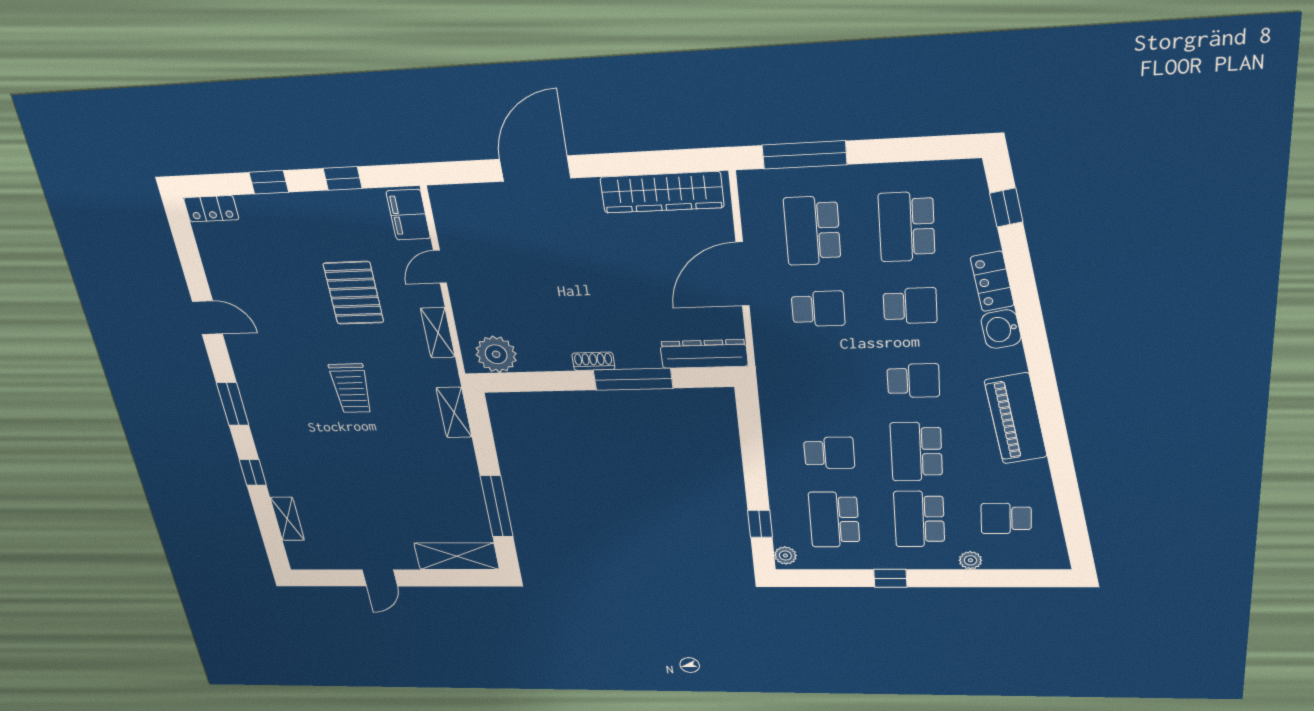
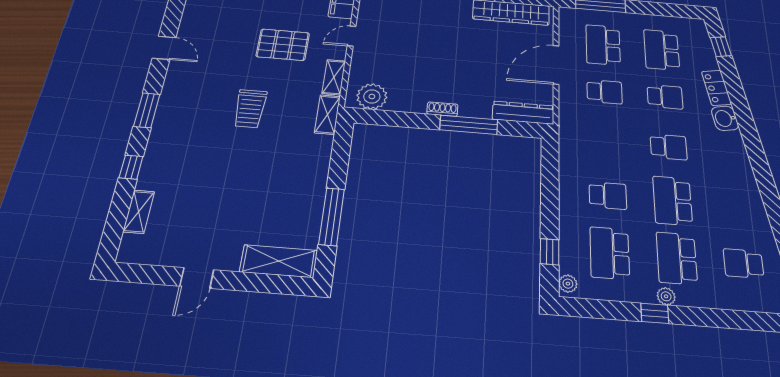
pallet: (353, 293) -> (283, 45), turned 90
shelving: (454, 412) -> (327, 115), moved
piano: (1016, 419) -> (742, 182), removed
plant: (970, 560) -> (666, 296), moved

